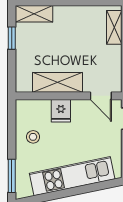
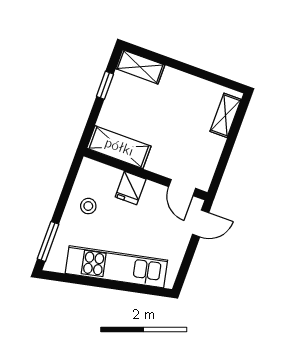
shelving: (58, 82) -> (119, 147), moved

